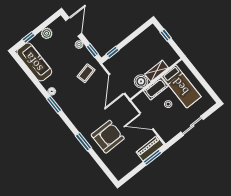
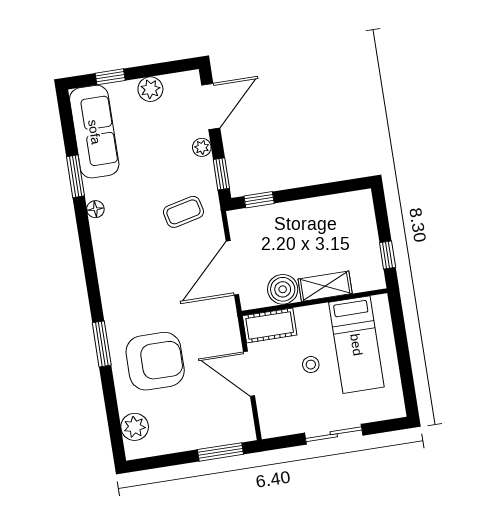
window: (166, 35) -> (388, 255), moved
cot: (156, 89) -> (270, 325), moved
window: (54, 105) -> (75, 176), moved
piano: (150, 148) -> (225, 432), removed
plant: (114, 166) -> (135, 427), added

